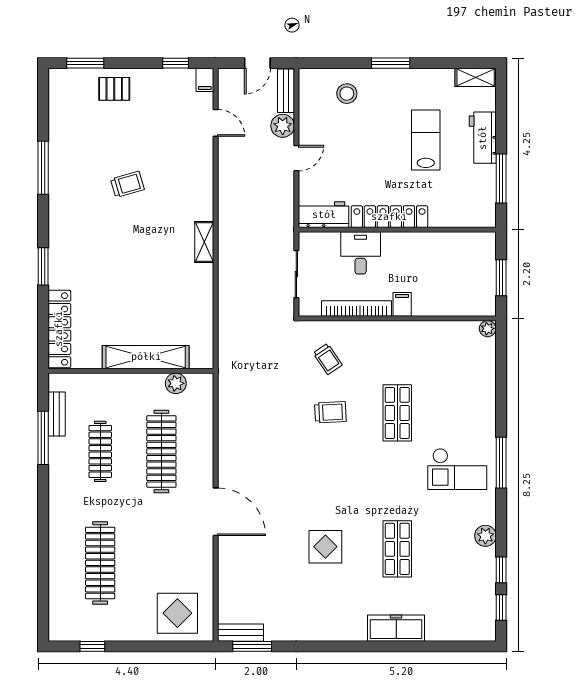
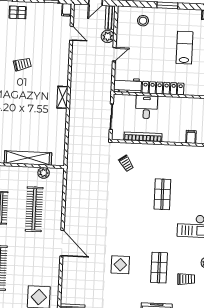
filing cabinet: (402, 304) -> (191, 137), moved
trolley: (330, 412) -> (186, 279), moved

